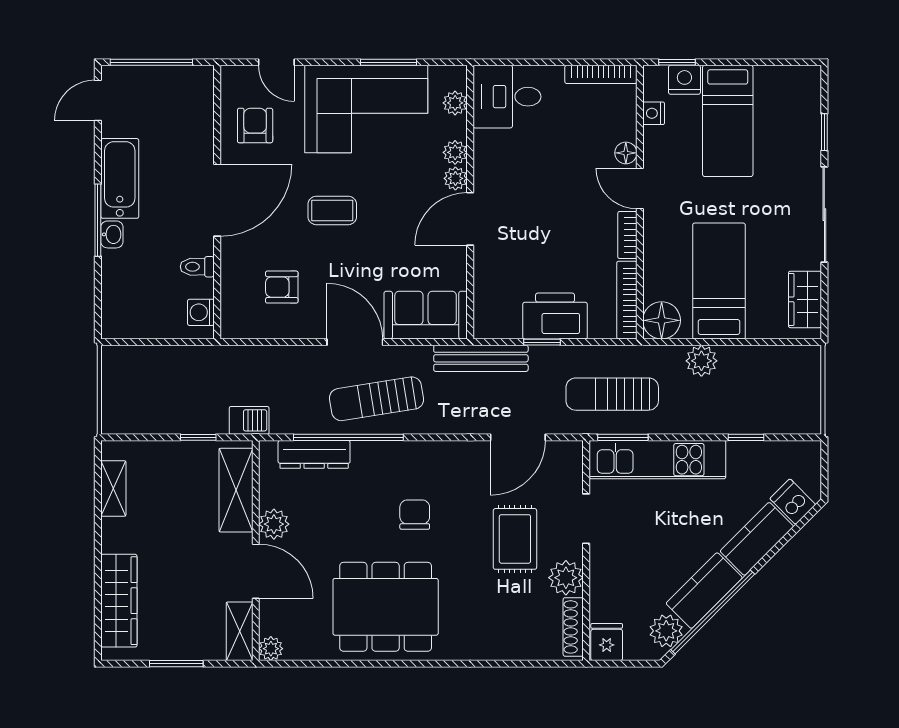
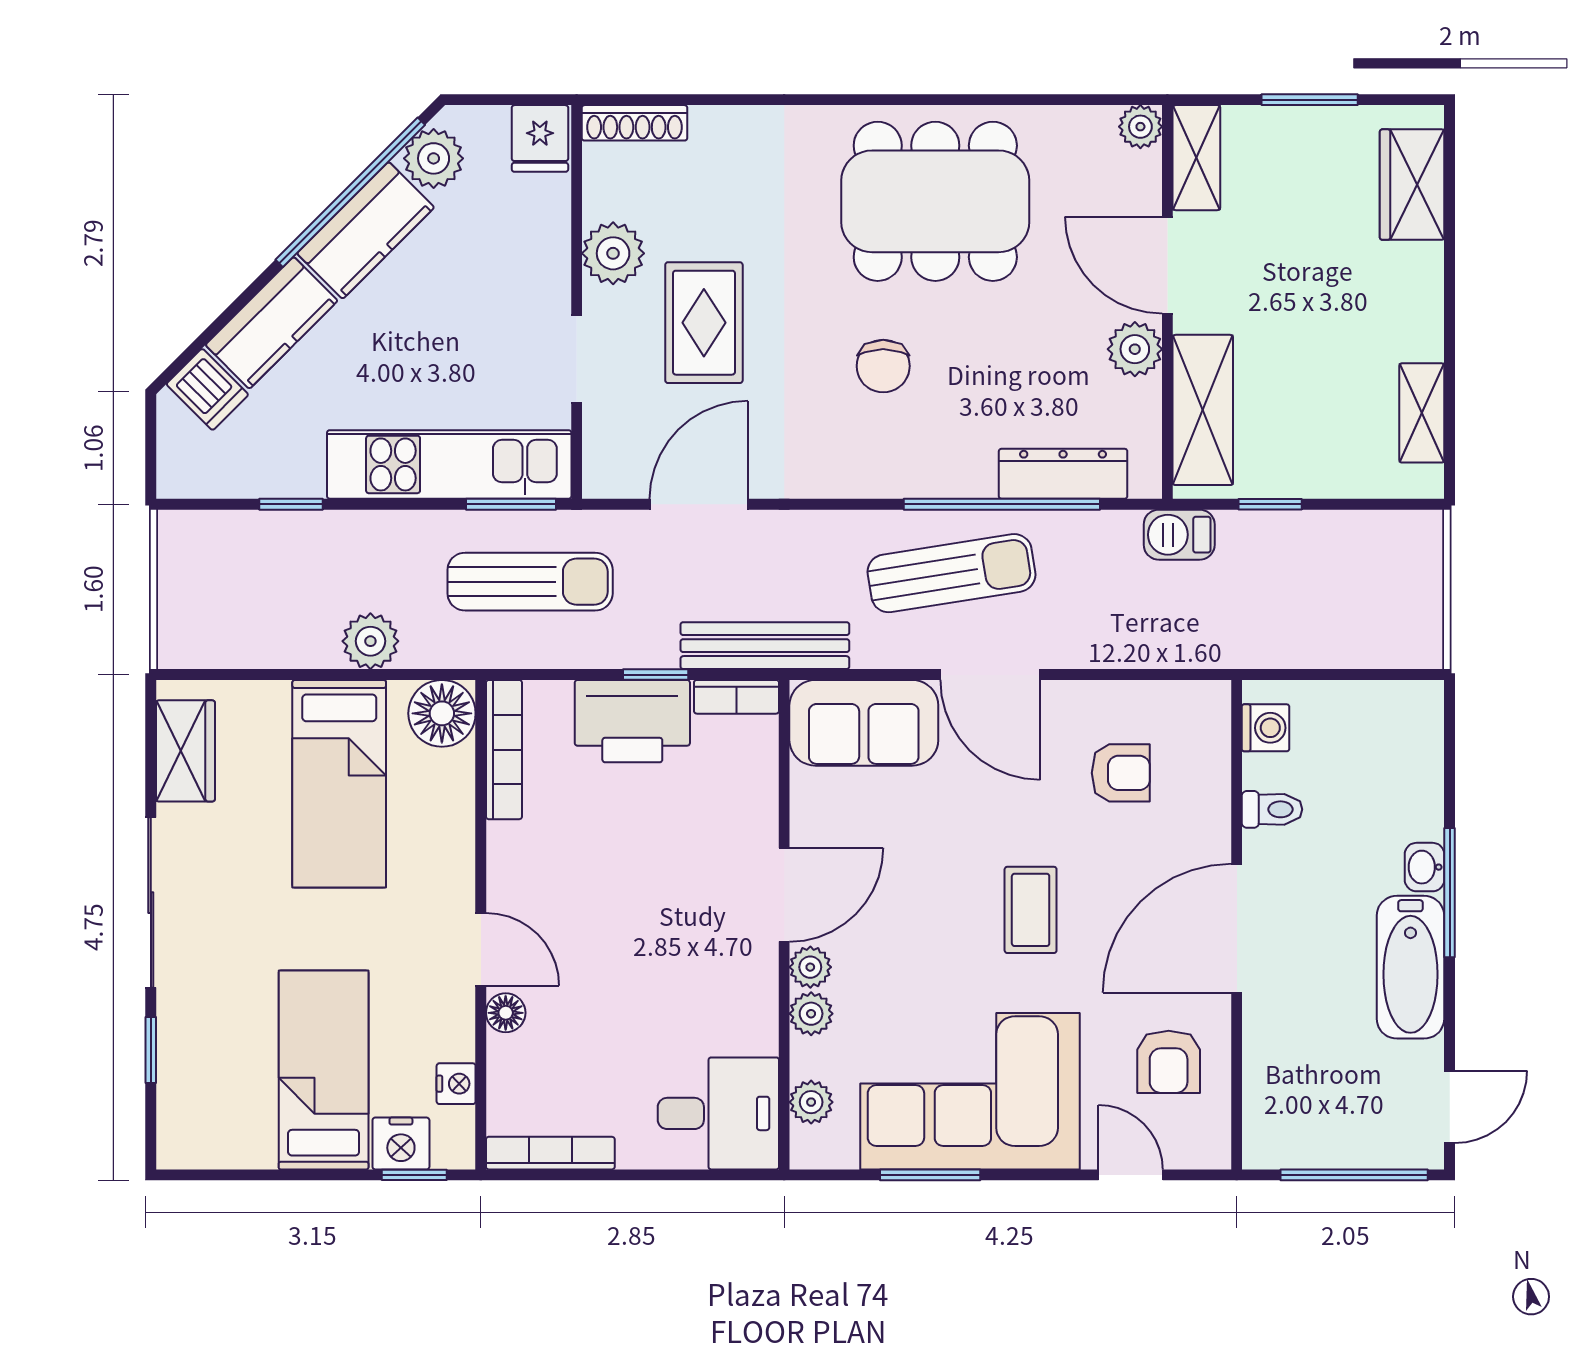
coffee table: (332, 210) -> (1031, 910), turned 90
bookcase: (627, 235) -> (736, 697), moved, turned 90
wardrobe: (119, 601) -> (1412, 185), width x0.67
shoe rack: (573, 627) -> (634, 123), moved, turned 90

